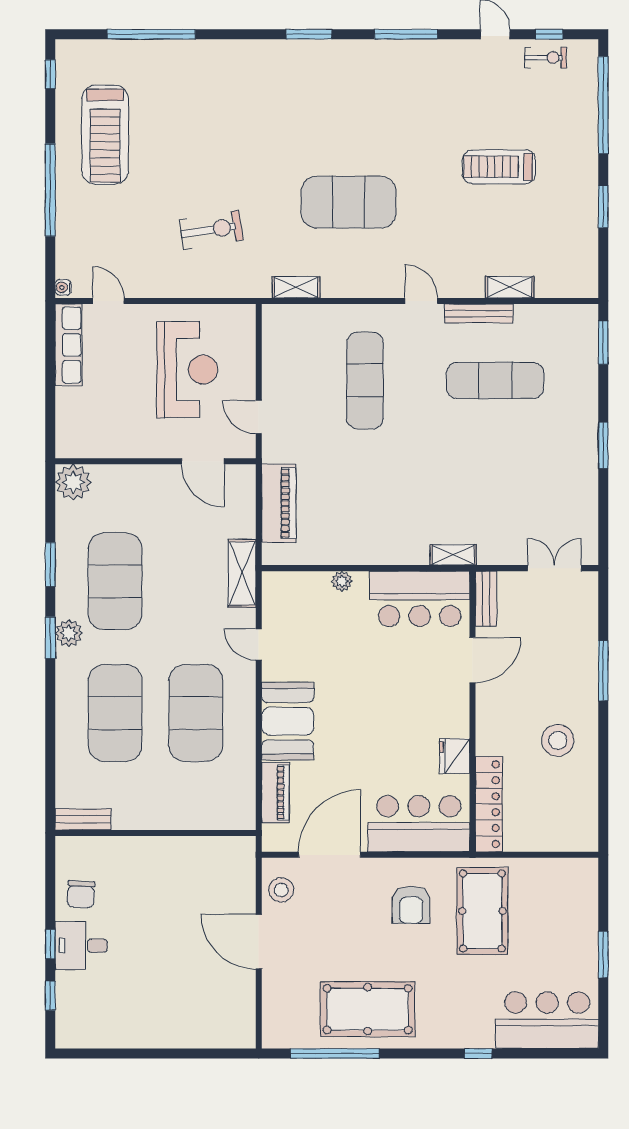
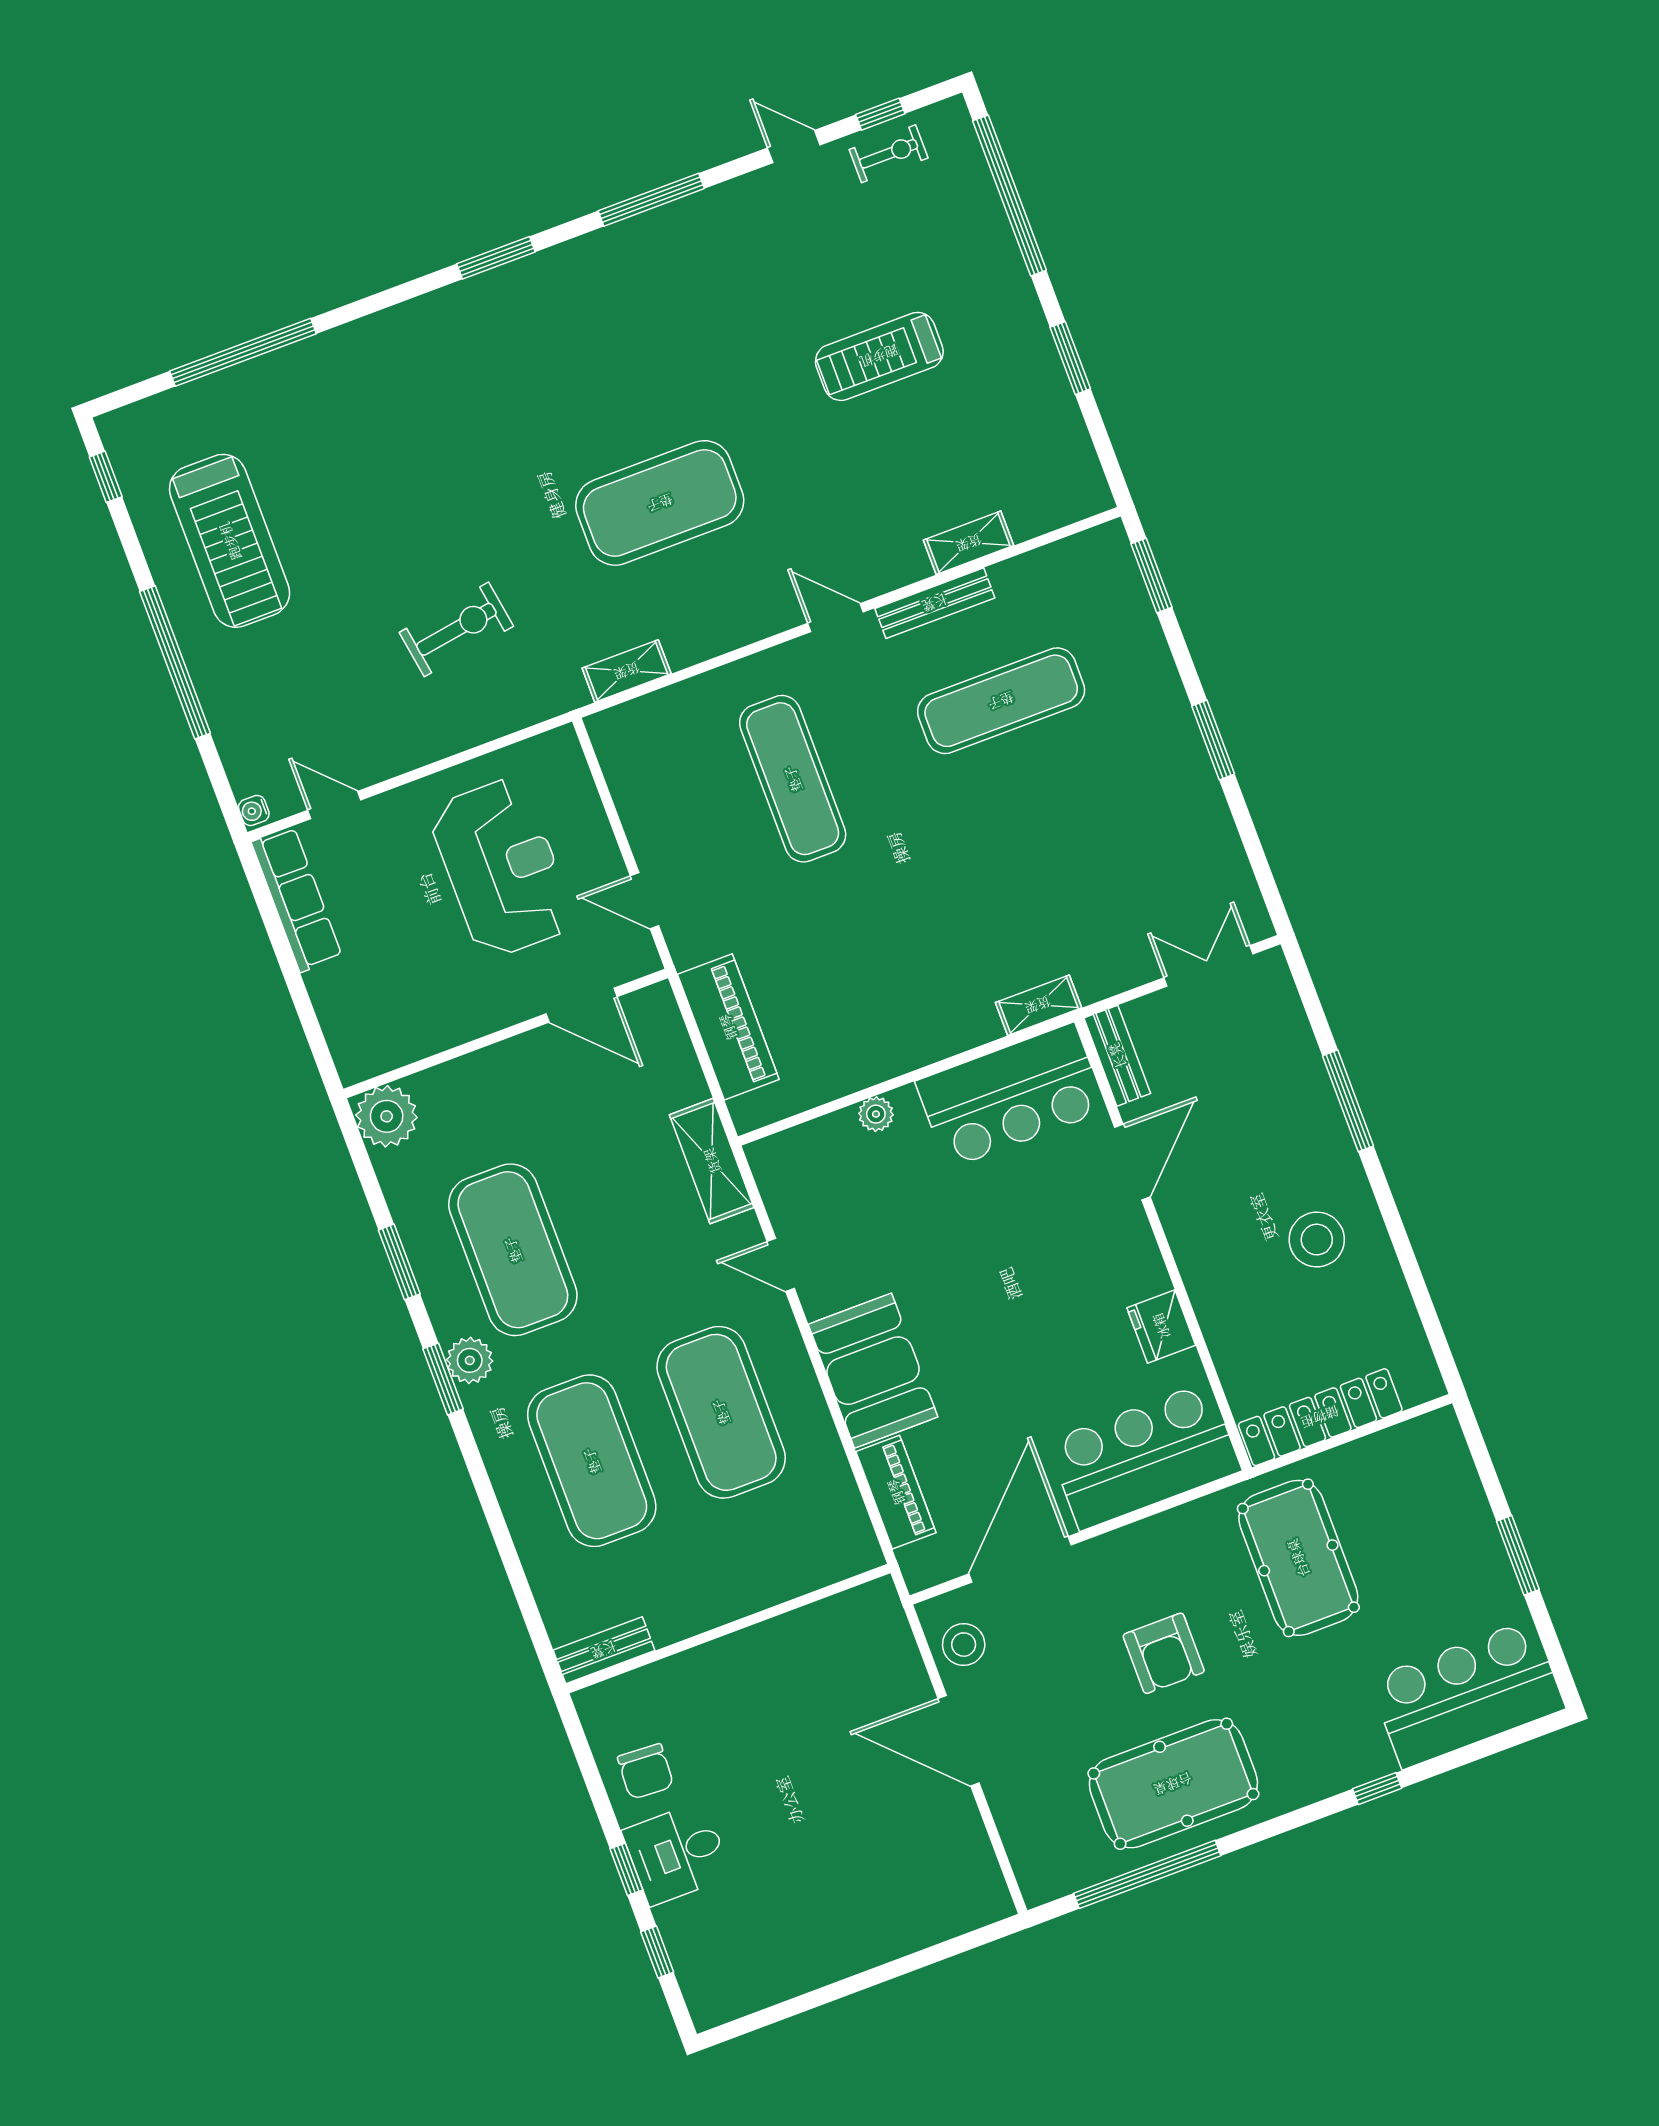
locker: (489, 804) -> (1320, 1417), moved, turned -90
armchair: (411, 905) -> (1164, 1653), moved

